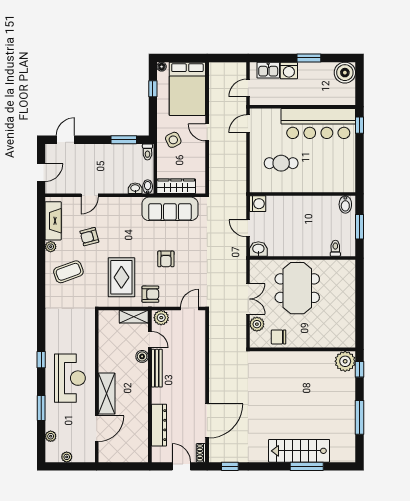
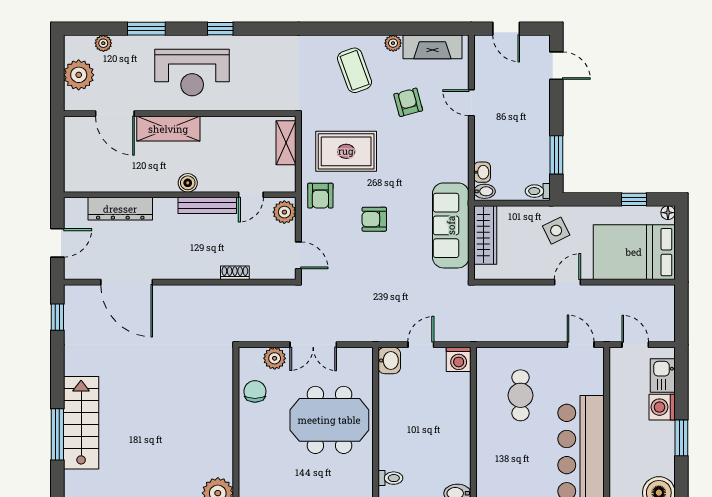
shelving: (134, 317) -> (286, 143), moved
boiler: (142, 356) -> (188, 183), moved
shoe rack: (201, 453) -> (235, 273), moved
plant: (67, 457) -> (79, 75), width x1.88, depth x1.88

